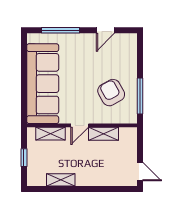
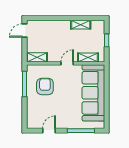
armchair: (111, 93) -> (45, 87), turned -151
shelving: (103, 134) -> (37, 57), moved
door: (140, 172) -> (24, 30), hinge flipped

